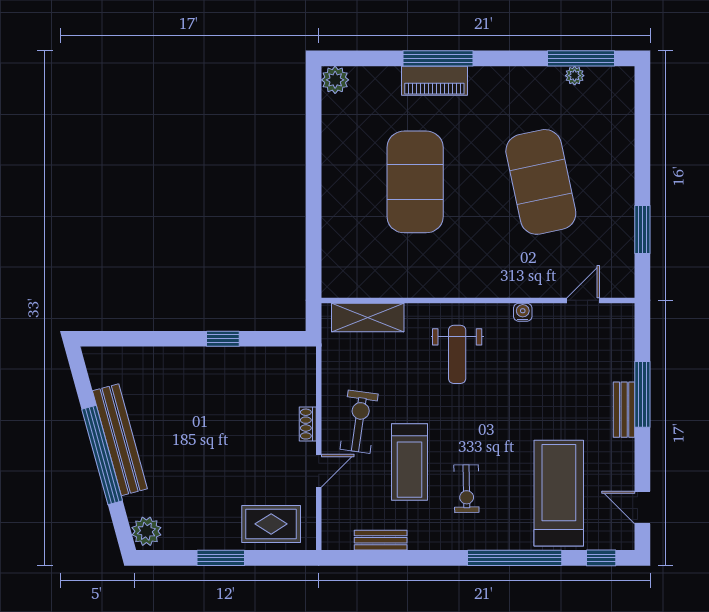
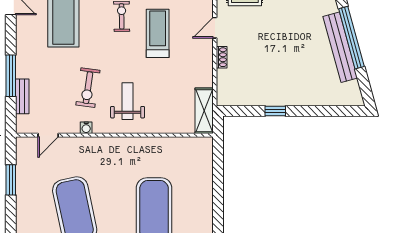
shelving: (368, 317) -> (204, 111), moved, turned 90
bench: (624, 410) -> (22, 96), moved
exercise bike: (359, 422) -> (88, 88), moved

